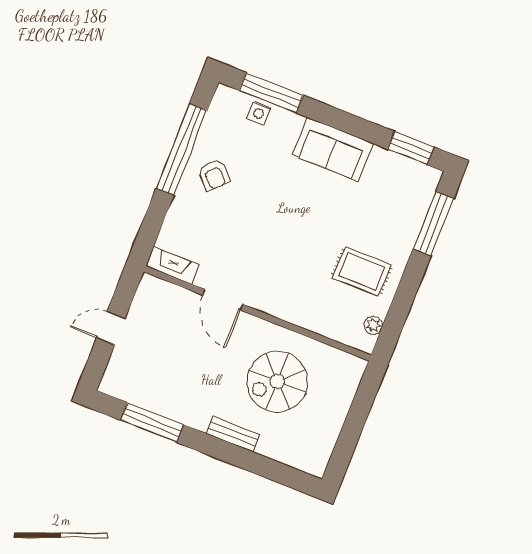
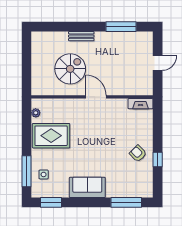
side table: (258, 114) -> (44, 174), moved
window: (182, 149) -> (158, 159), width x0.32
rug: (362, 272) -> (51, 136), width x1.36, depth x1.43
door: (223, 300) -> (96, 97), moved

